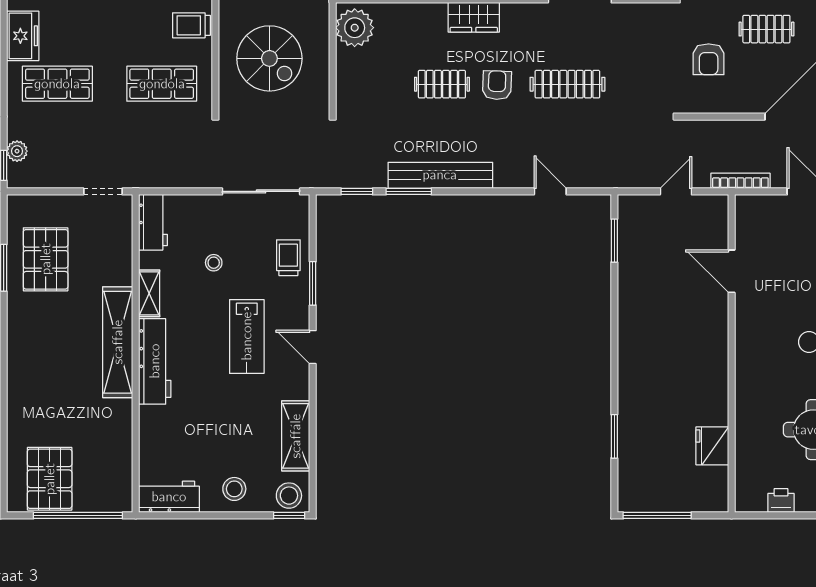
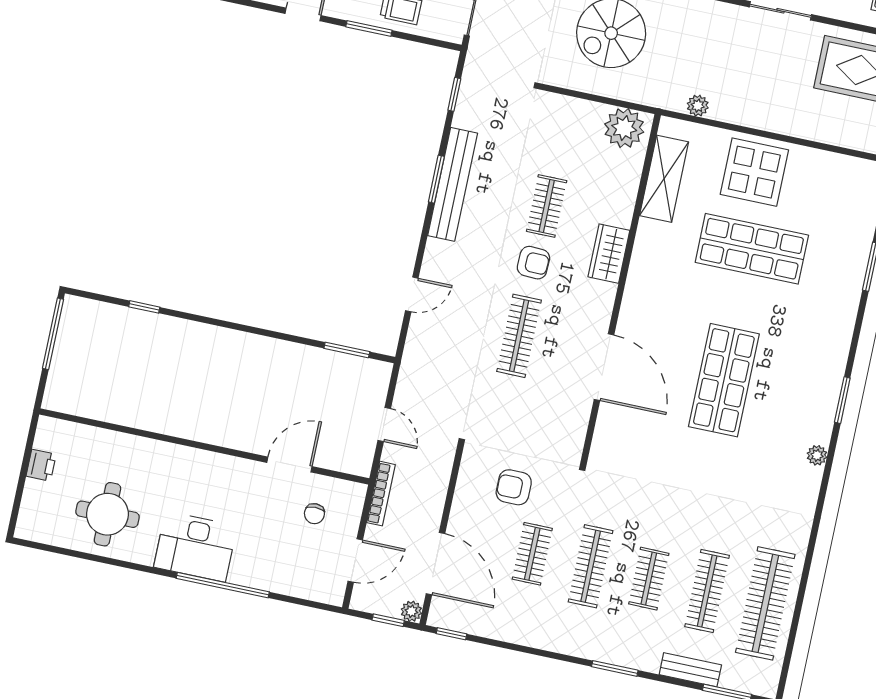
window: (409, 191) -> (436, 179), moved
chair: (772, 238) -> (314, 514), added
window: (614, 436) -> (144, 307), width x0.67
fridge: (712, 446) -> (113, 406), removed

